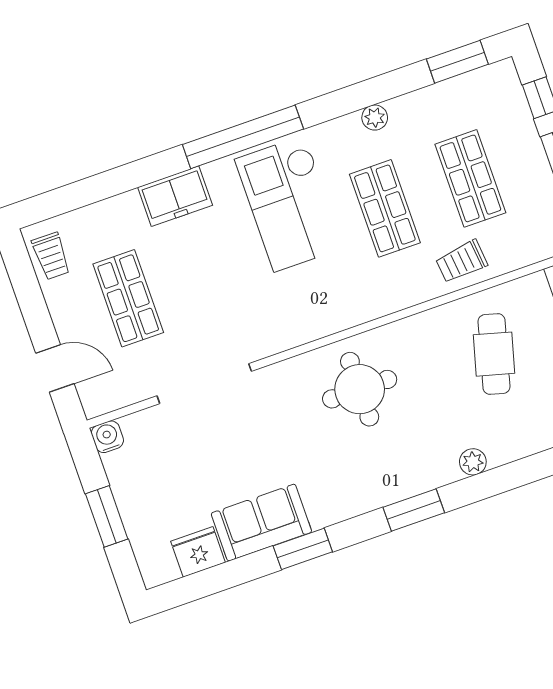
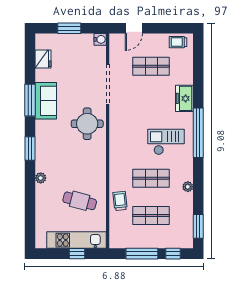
checkout: (289, 204) -> (166, 142), width x0.73, depth x0.83
round table: (360, 389) -> (87, 124), moved
sofa: (261, 523) -> (46, 101), moved
window: (303, 549) -> (30, 100), width x1.44

